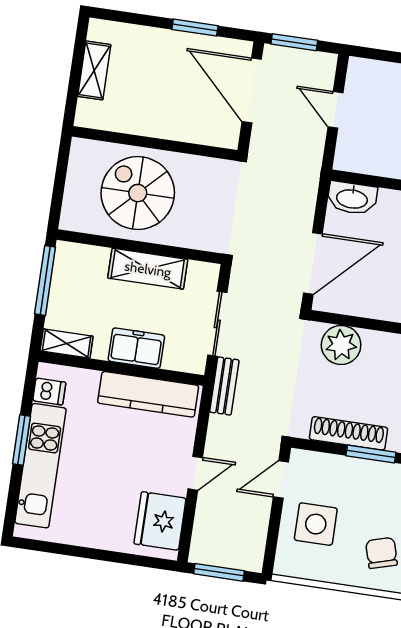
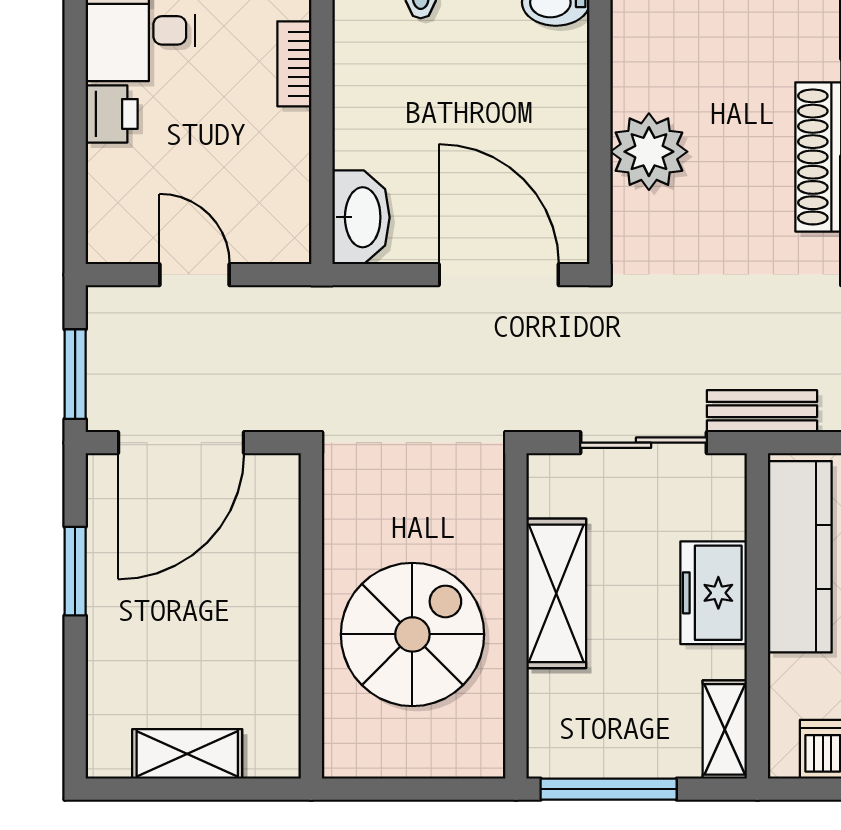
door: (335, 110) -> (194, 275), swing flipped
spiral stairs: (138, 193) -> (412, 634), turned 180
plant: (341, 345) -> (649, 152), moved

